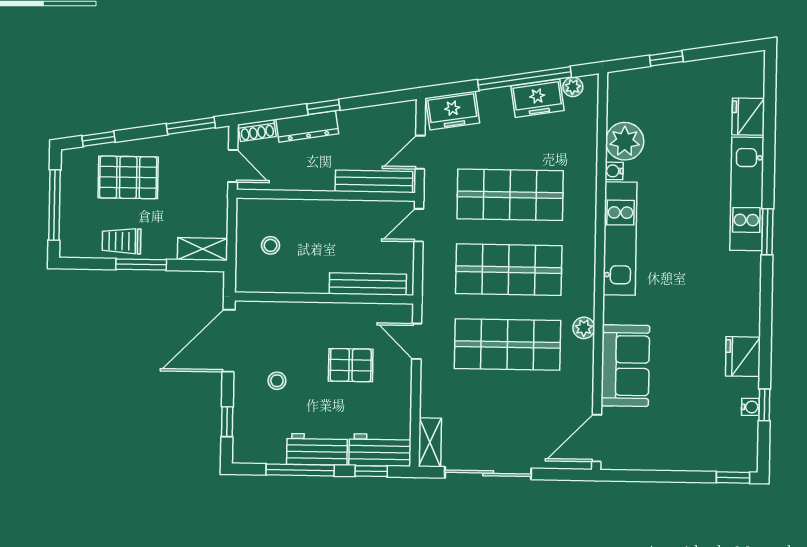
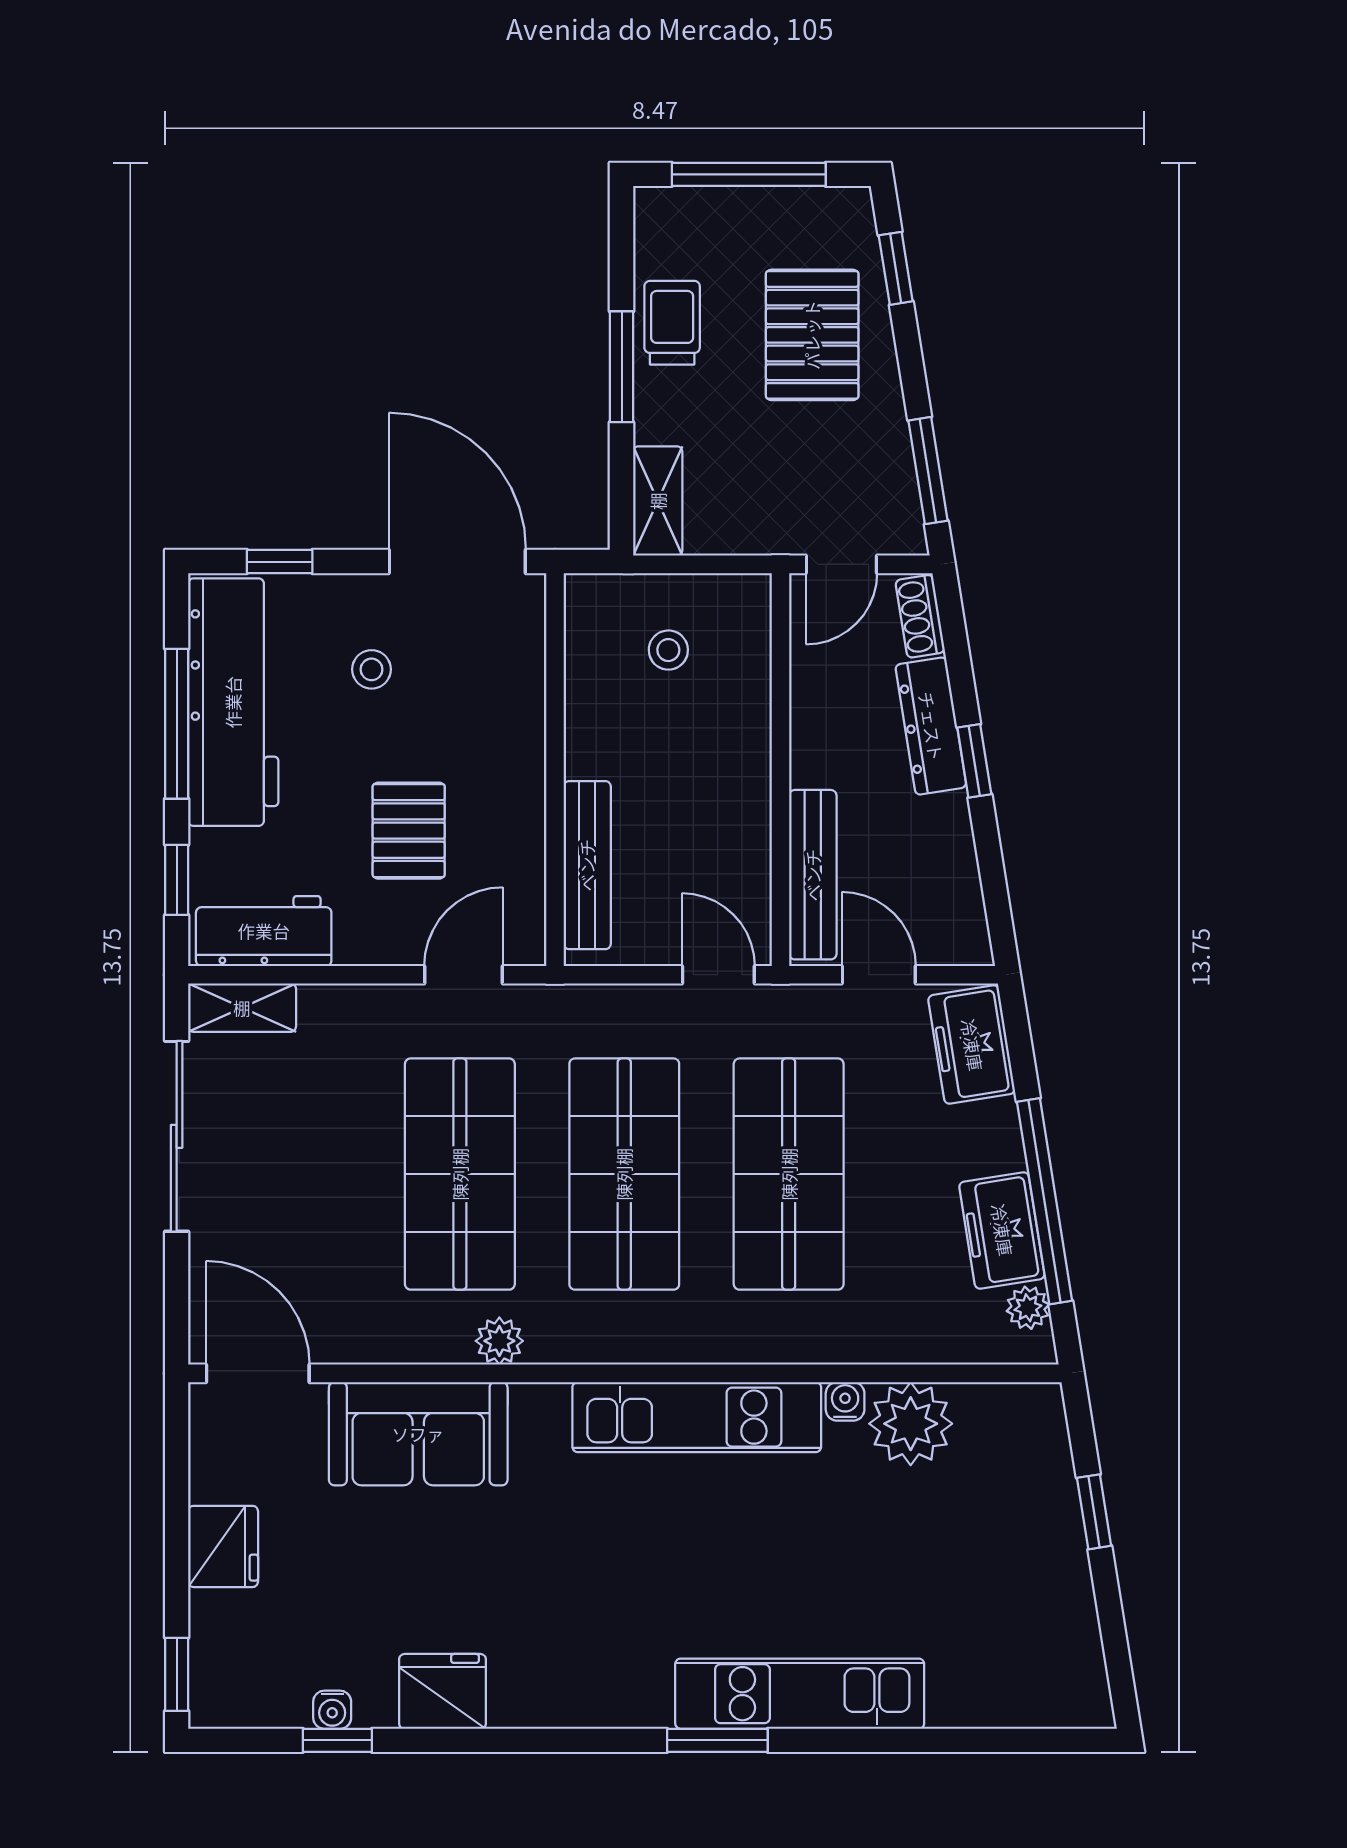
fridge: (748, 117) -> (223, 1546), moved, turned 90
workbench: (317, 449) -> (233, 702), width x1.88, depth x1.32
workbench: (380, 450) -> (264, 931), moved, turned -90

